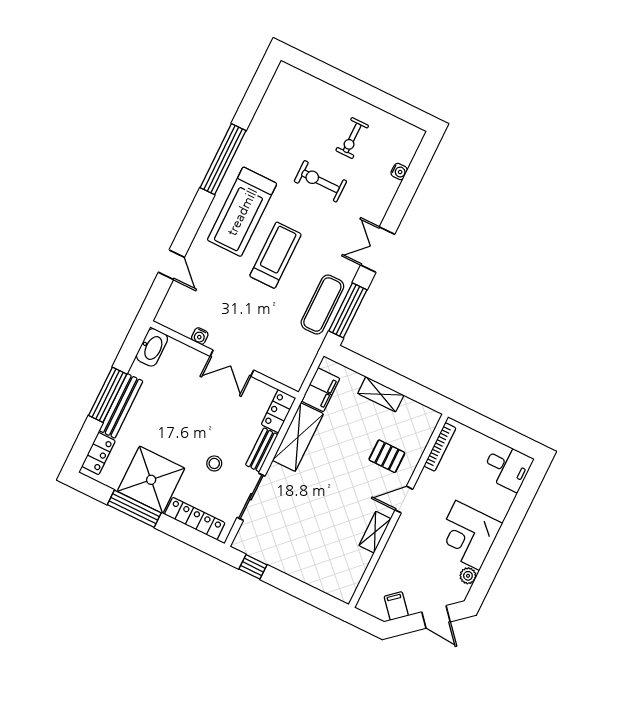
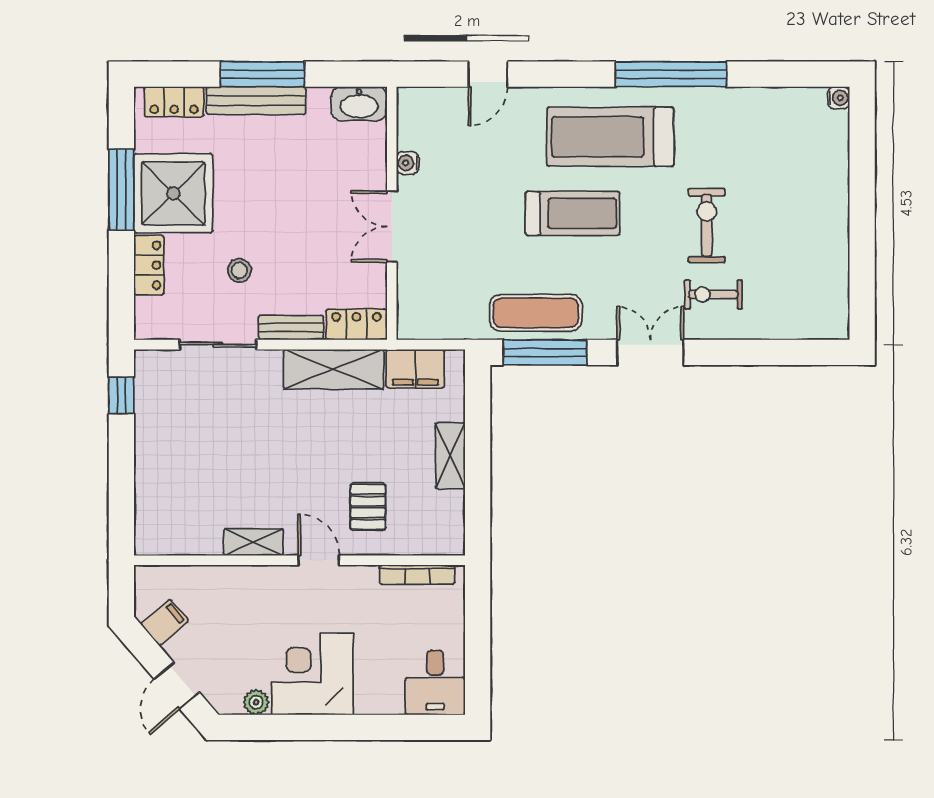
exercise bike: (352, 138) -> (713, 294), moved
water cooler: (399, 172) -> (839, 98), moved, turned -90
locker: (195, 519) -> (149, 265), width x0.66

